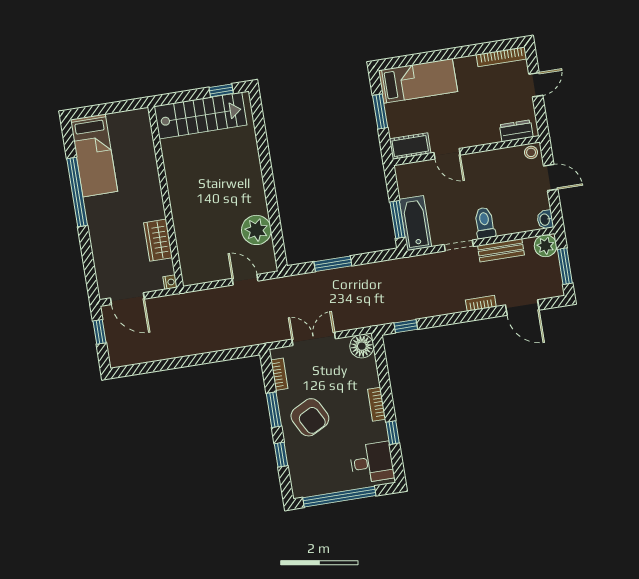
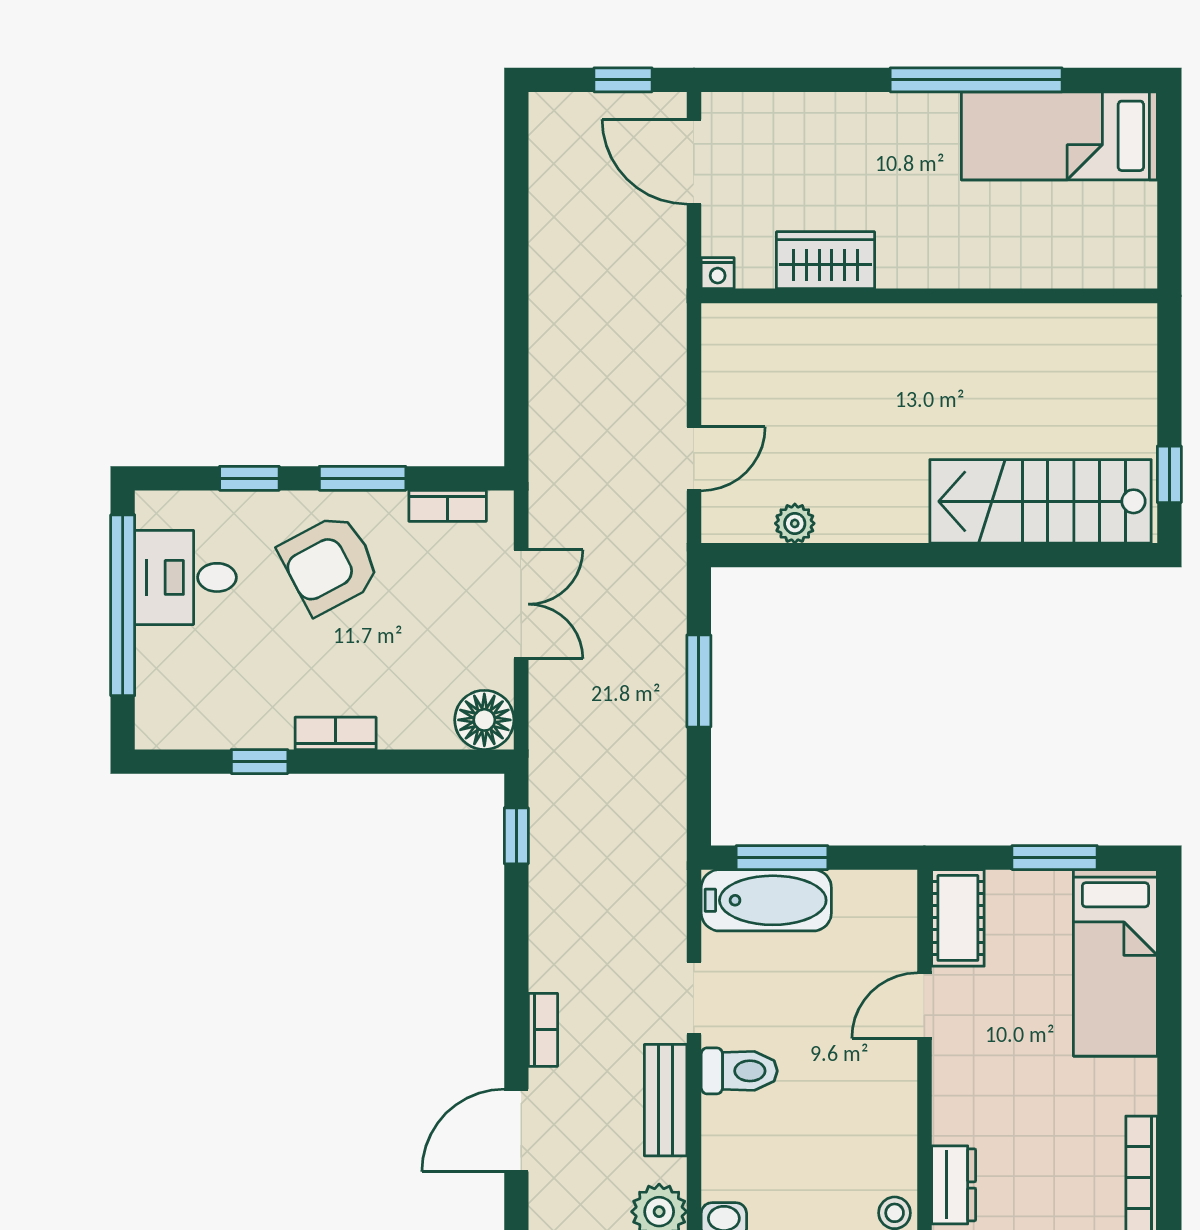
stairs: (200, 116) -> (1041, 501), moved, turned 90
plant: (256, 230) -> (795, 523), width x0.53, depth x0.53
door: (127, 299) -> (694, 162), hinge flipped
desk: (372, 462) -> (185, 577), moved, turned 90

